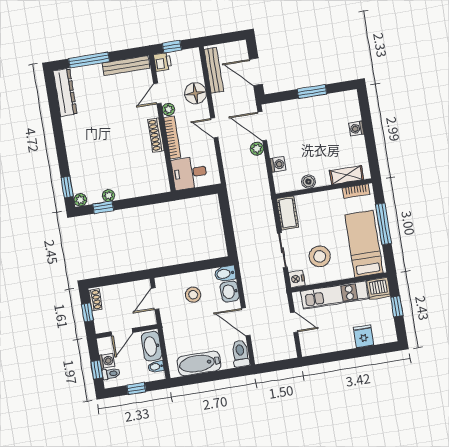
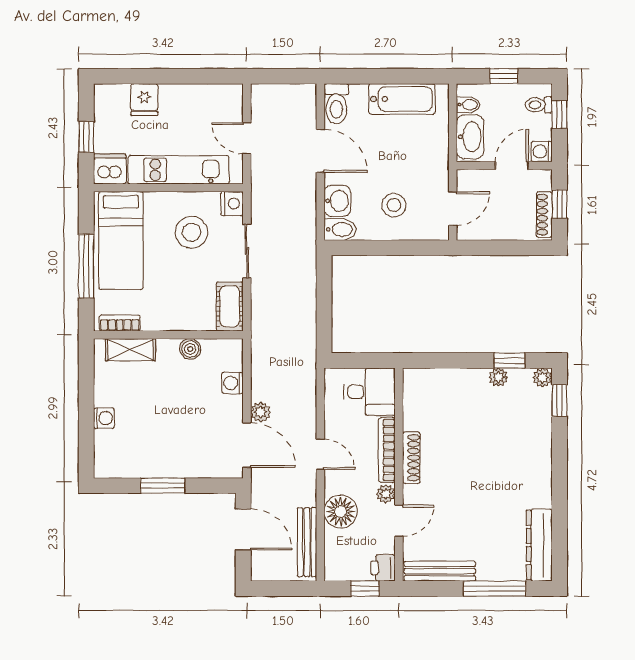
shoe rack: (95, 300) -> (544, 215), width x1.43
washing machine: (107, 361) -> (542, 152), moved

